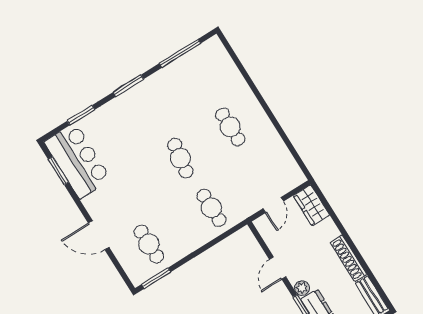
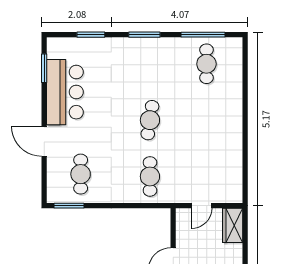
cafe table: (230, 127) -> (206, 64), moved
bar counter: (78, 161) -> (65, 92), moved

